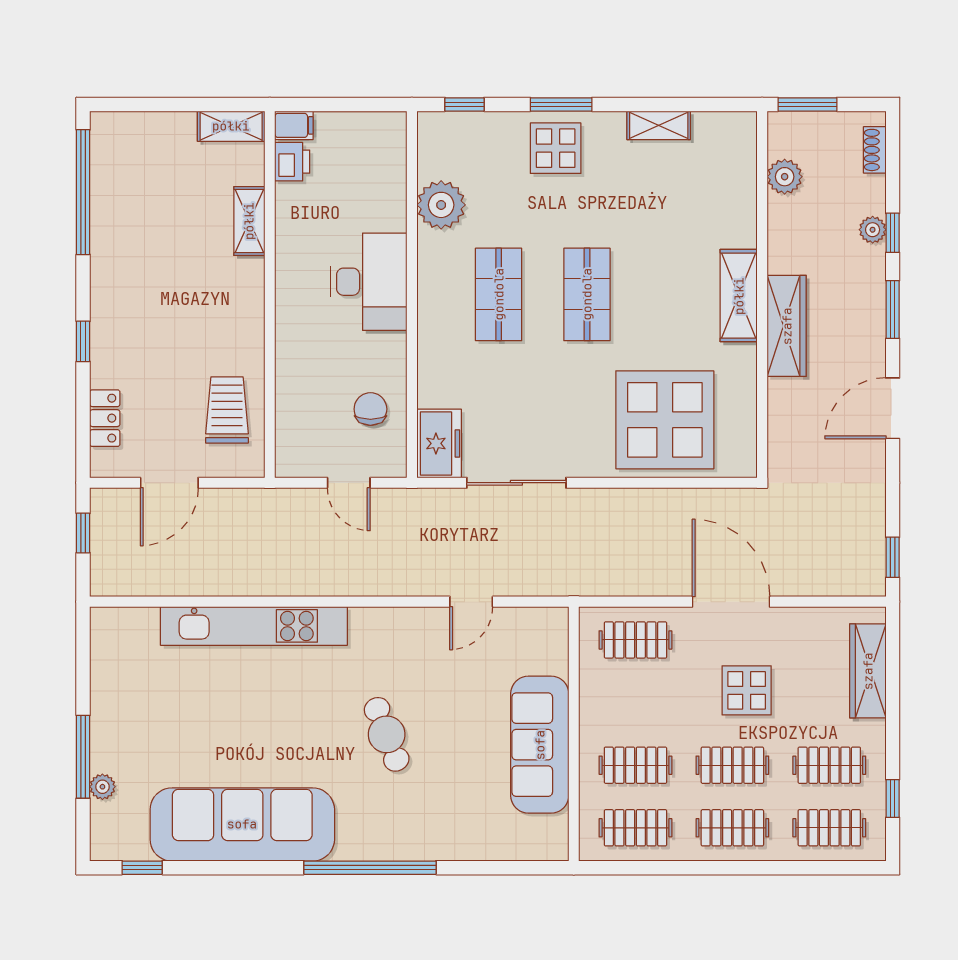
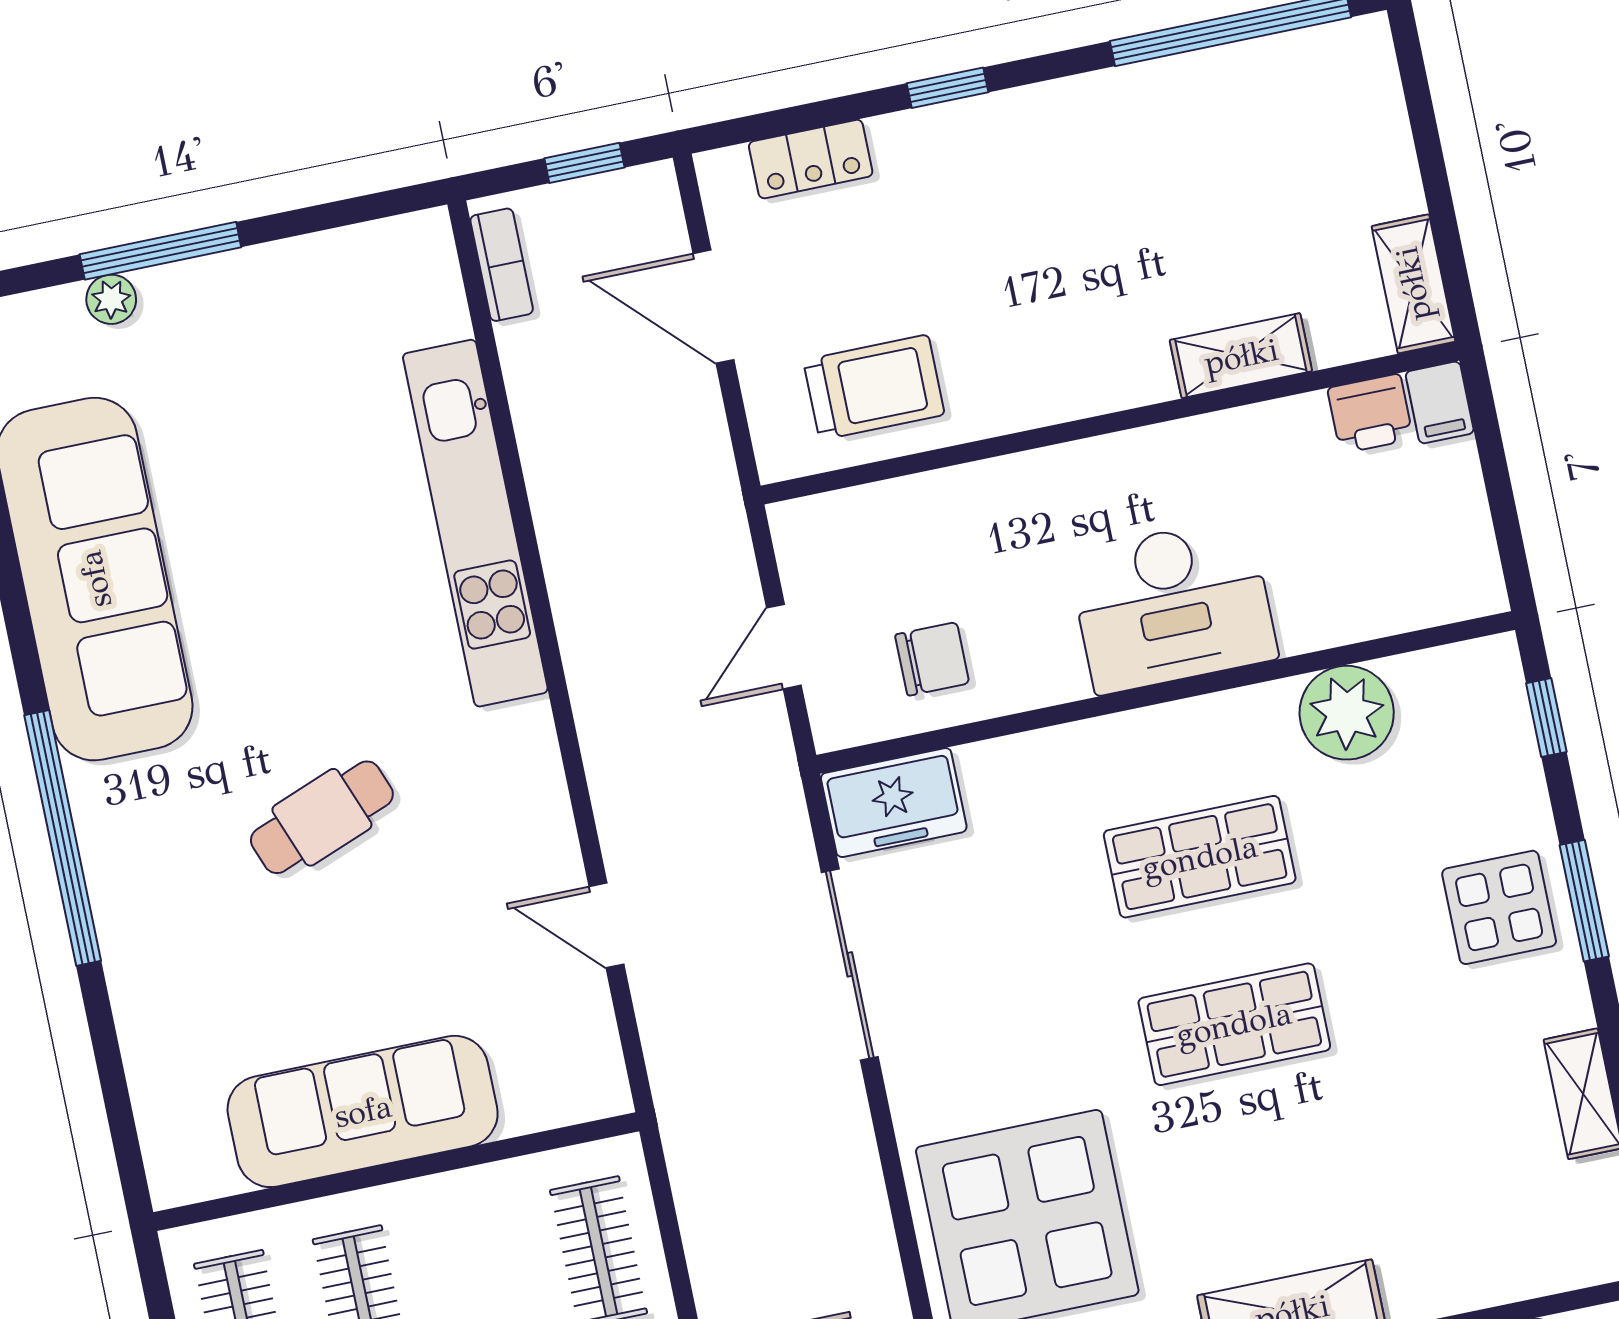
bookcase: (126, 586) -> (502, 265), added

